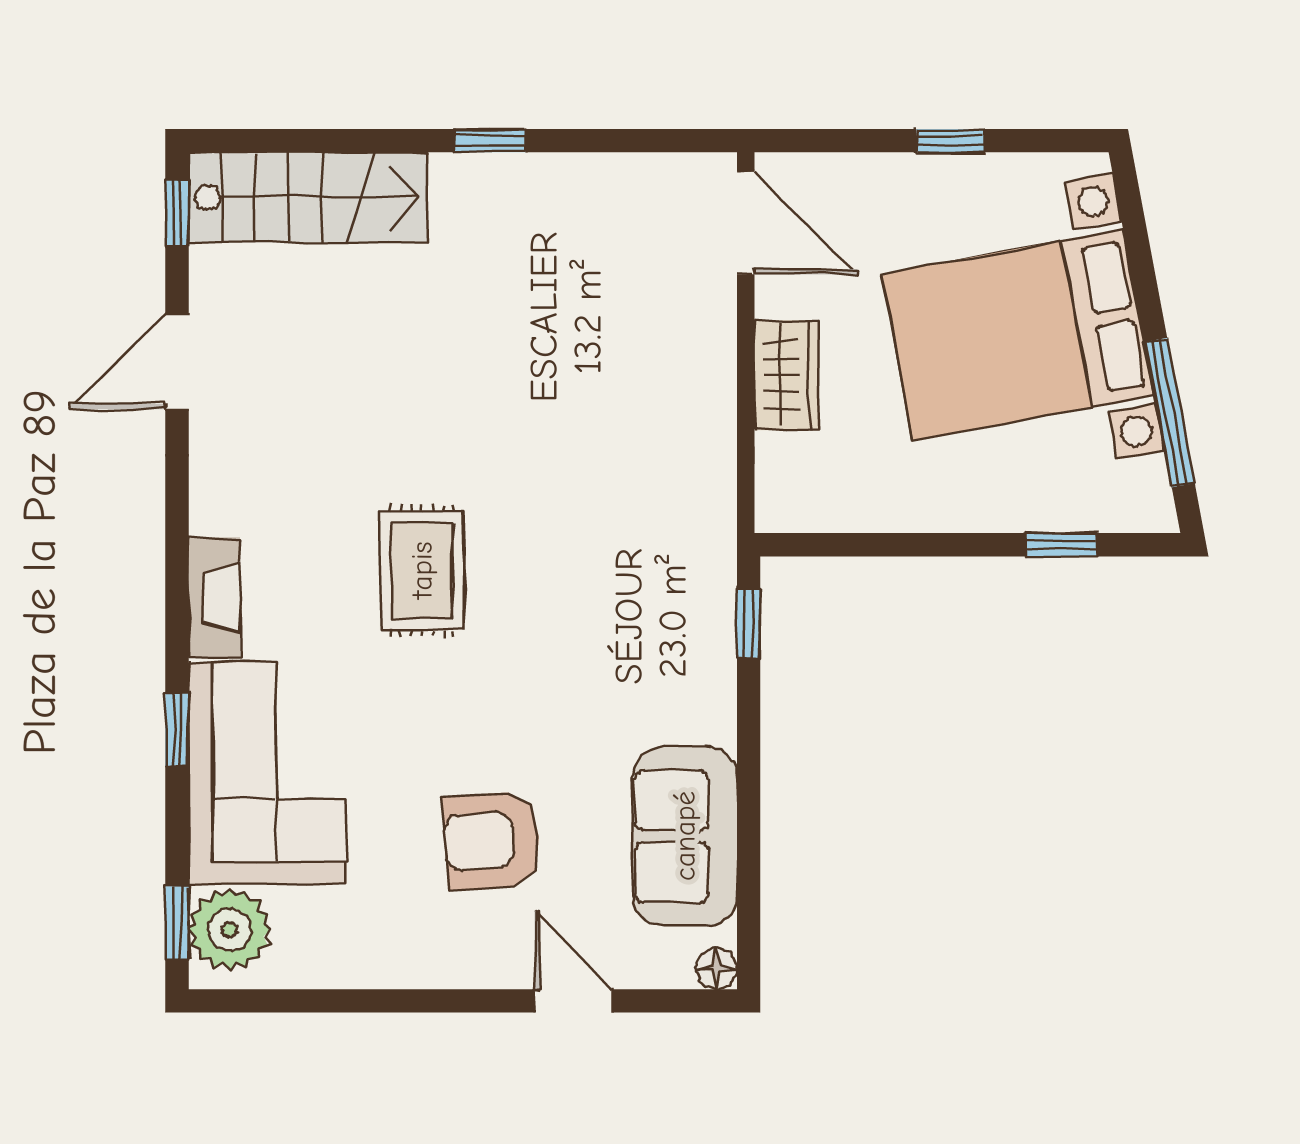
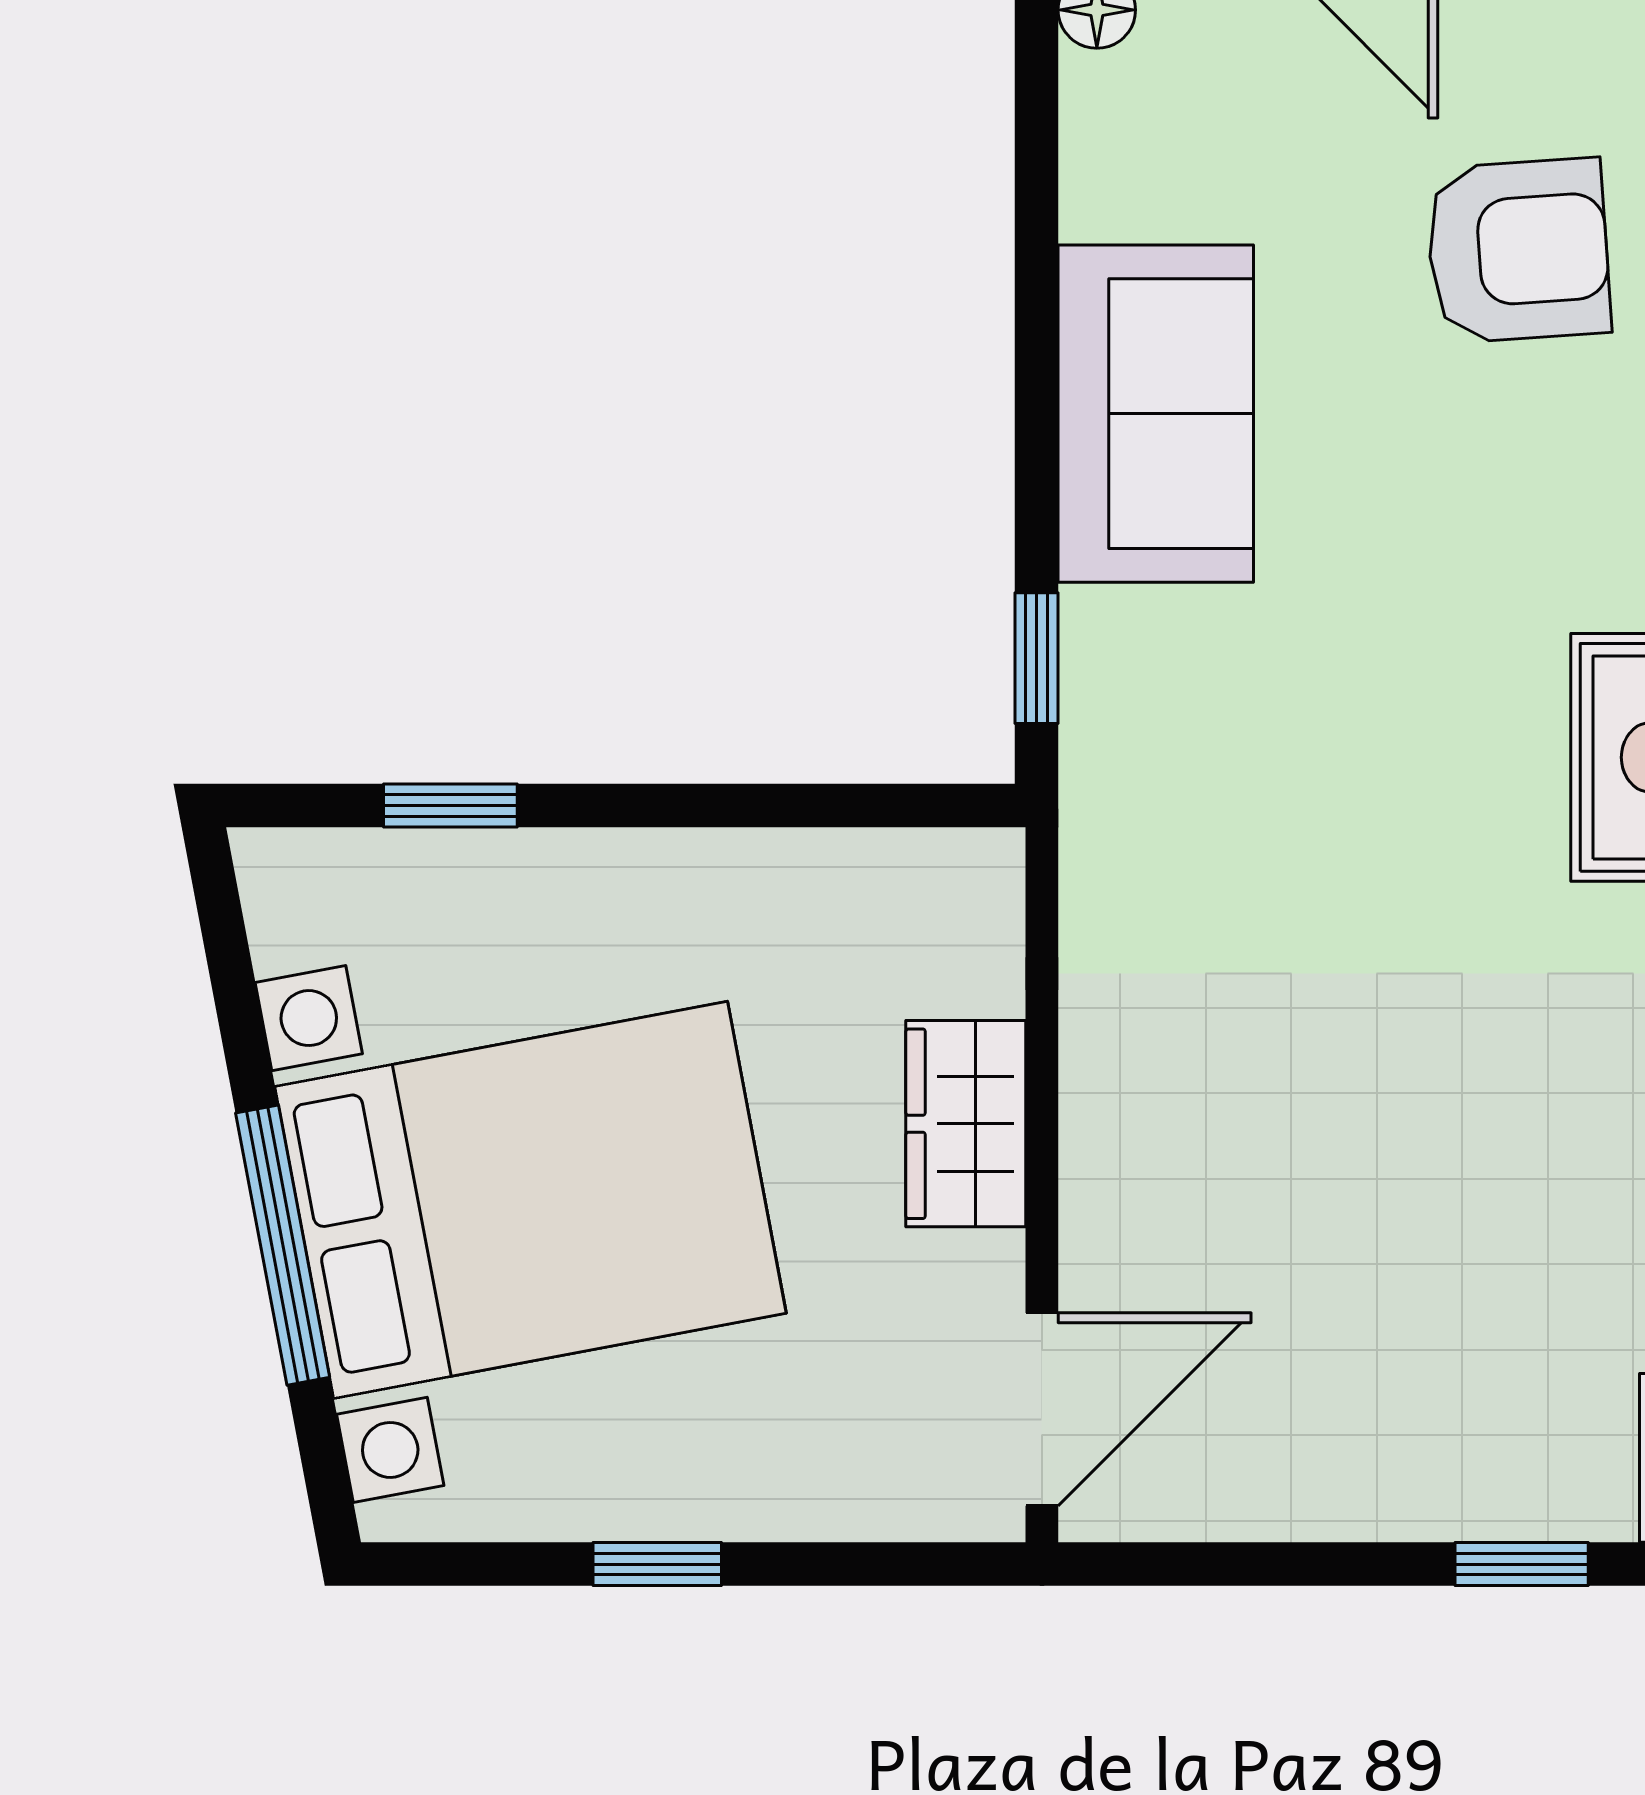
door: (746, 223) -> (1042, 1409), swing flipped
window: (1170, 413) -> (283, 1245), moved
sofa: (685, 836) -> (1156, 414), moved

